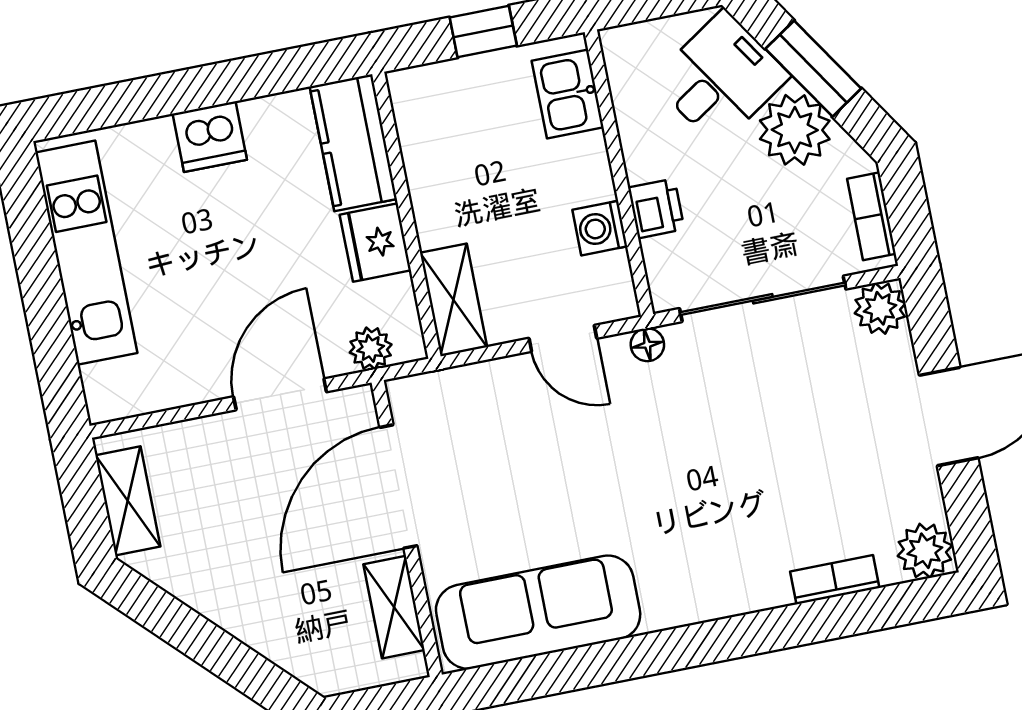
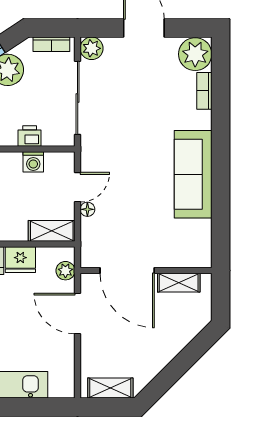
floor lamp: (647, 345) -> (87, 209), moved
plant: (925, 551) -> (195, 54), width x1.36, depth x1.36
sofa: (538, 612) -> (193, 174), moved

